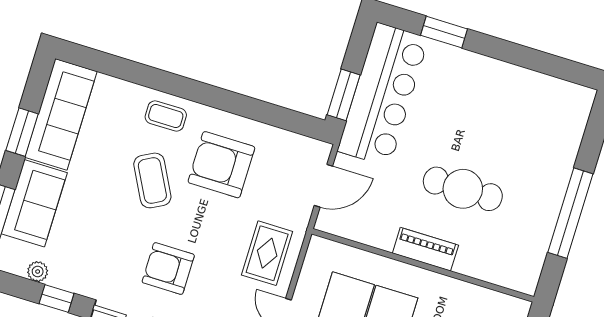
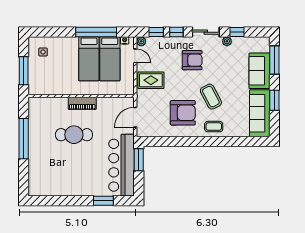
rug: (267, 253) -> (151, 80), turned 90
plant: (38, 272) -> (227, 41), moved

